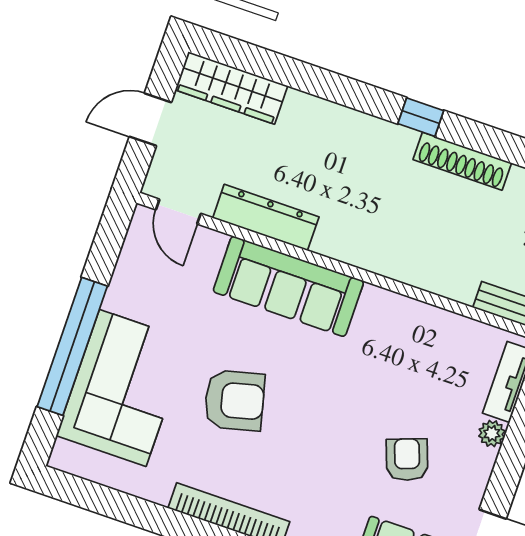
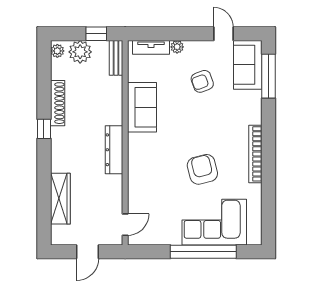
wardrobe: (231, 88) -> (60, 199), moved
door: (150, 119) -> (88, 252), hinge flipped
dresser: (266, 217) -> (114, 150), moved
sofa: (288, 286) -> (142, 107), moved, width x0.73

